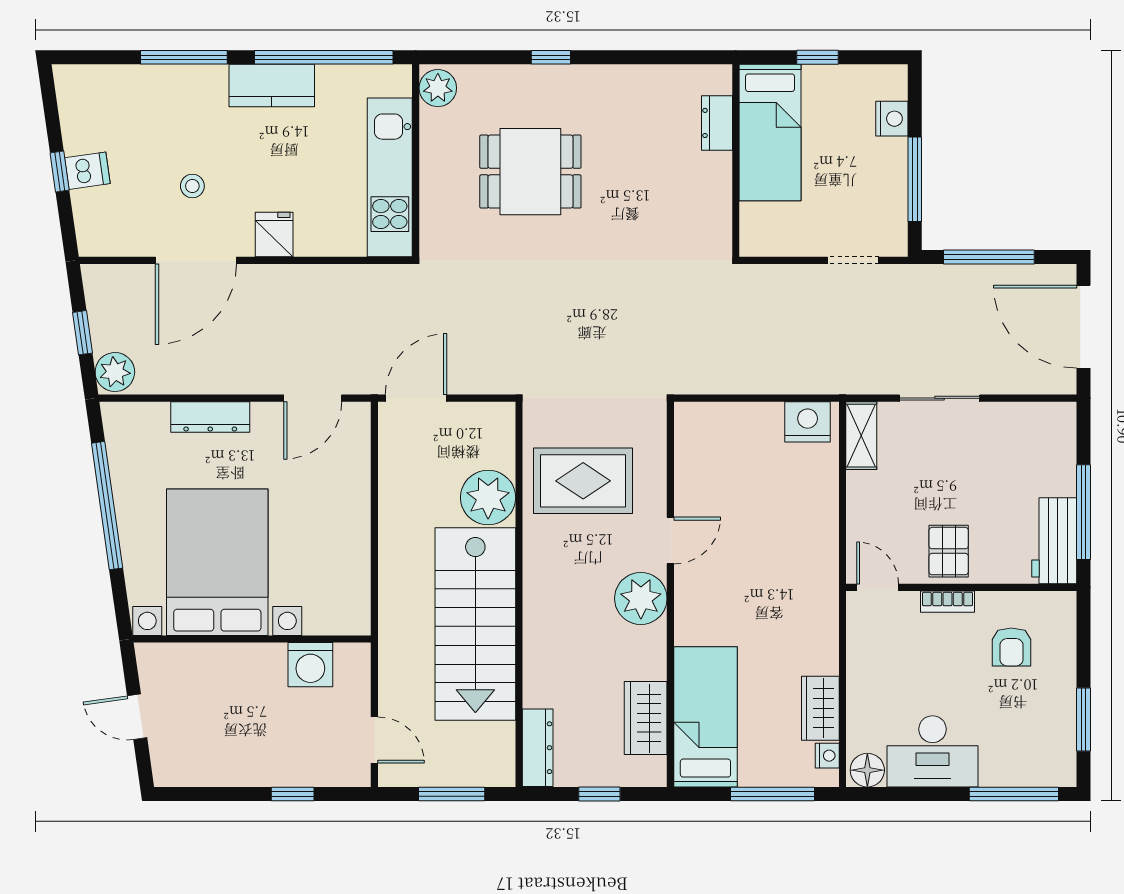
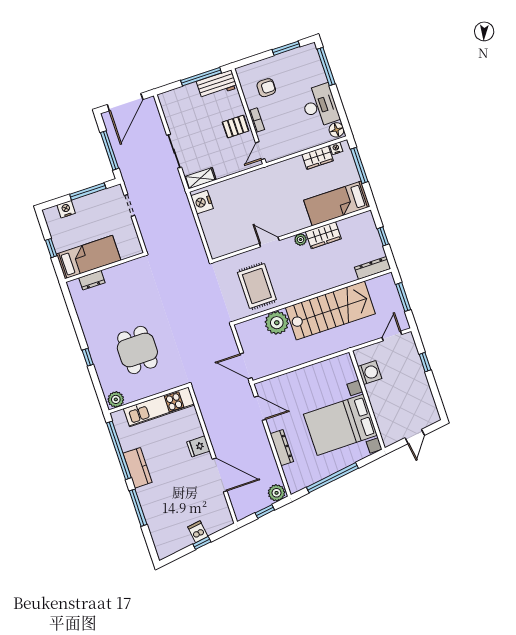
stool: (192, 186) -> (190, 487), removed
plant: (641, 598) -> (301, 240), width x0.53, depth x0.53
wardrobe: (646, 718) -> (323, 235), moved

